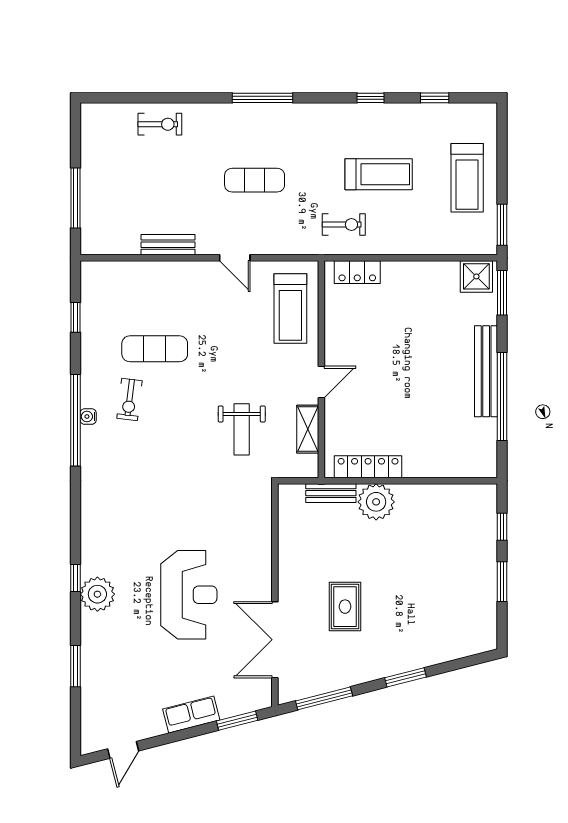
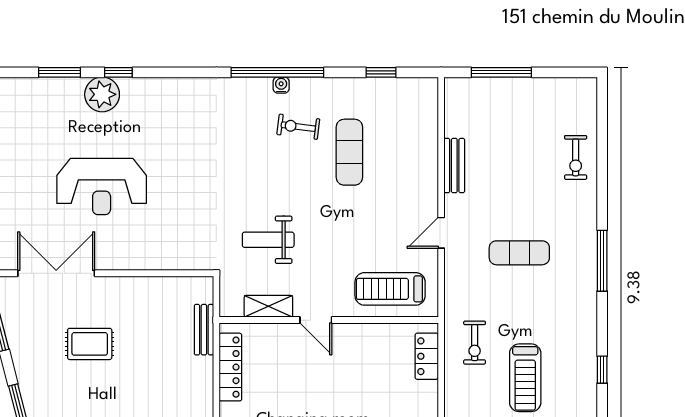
exercise mat: (255, 180) -> (519, 253), turned 90
plant: (376, 502) -> (195, 375), removed
window: (76, 666) -> (60, 72), moved

